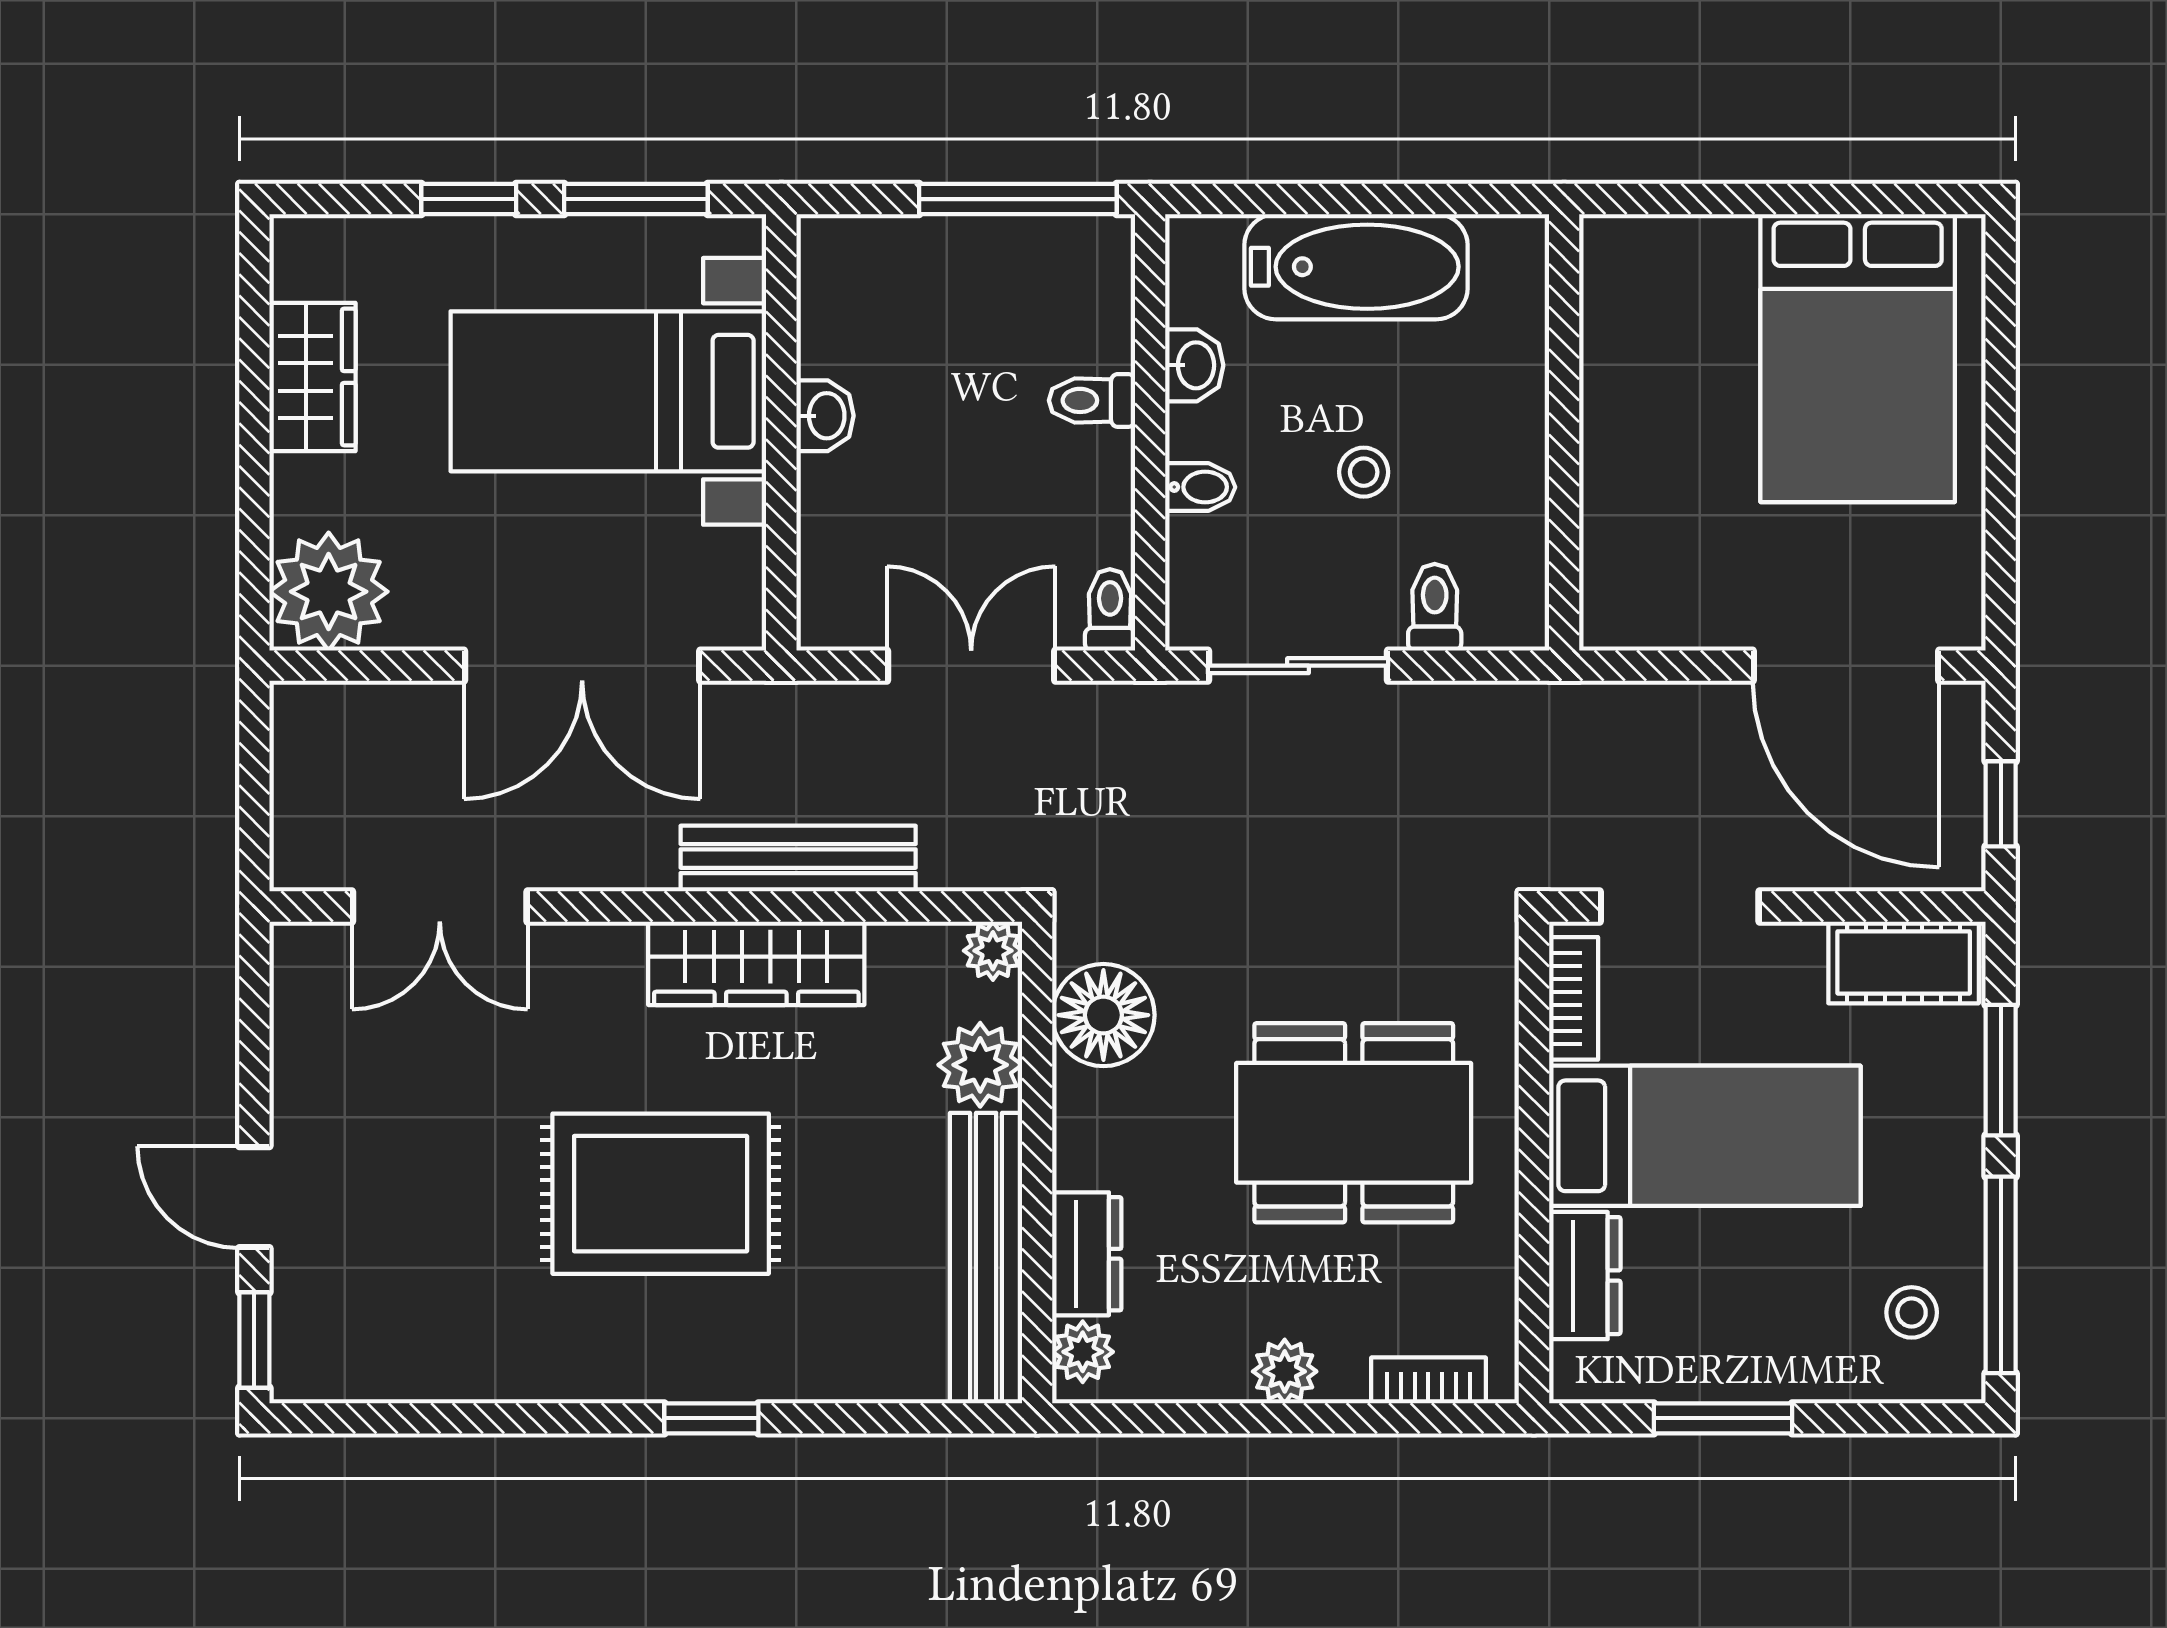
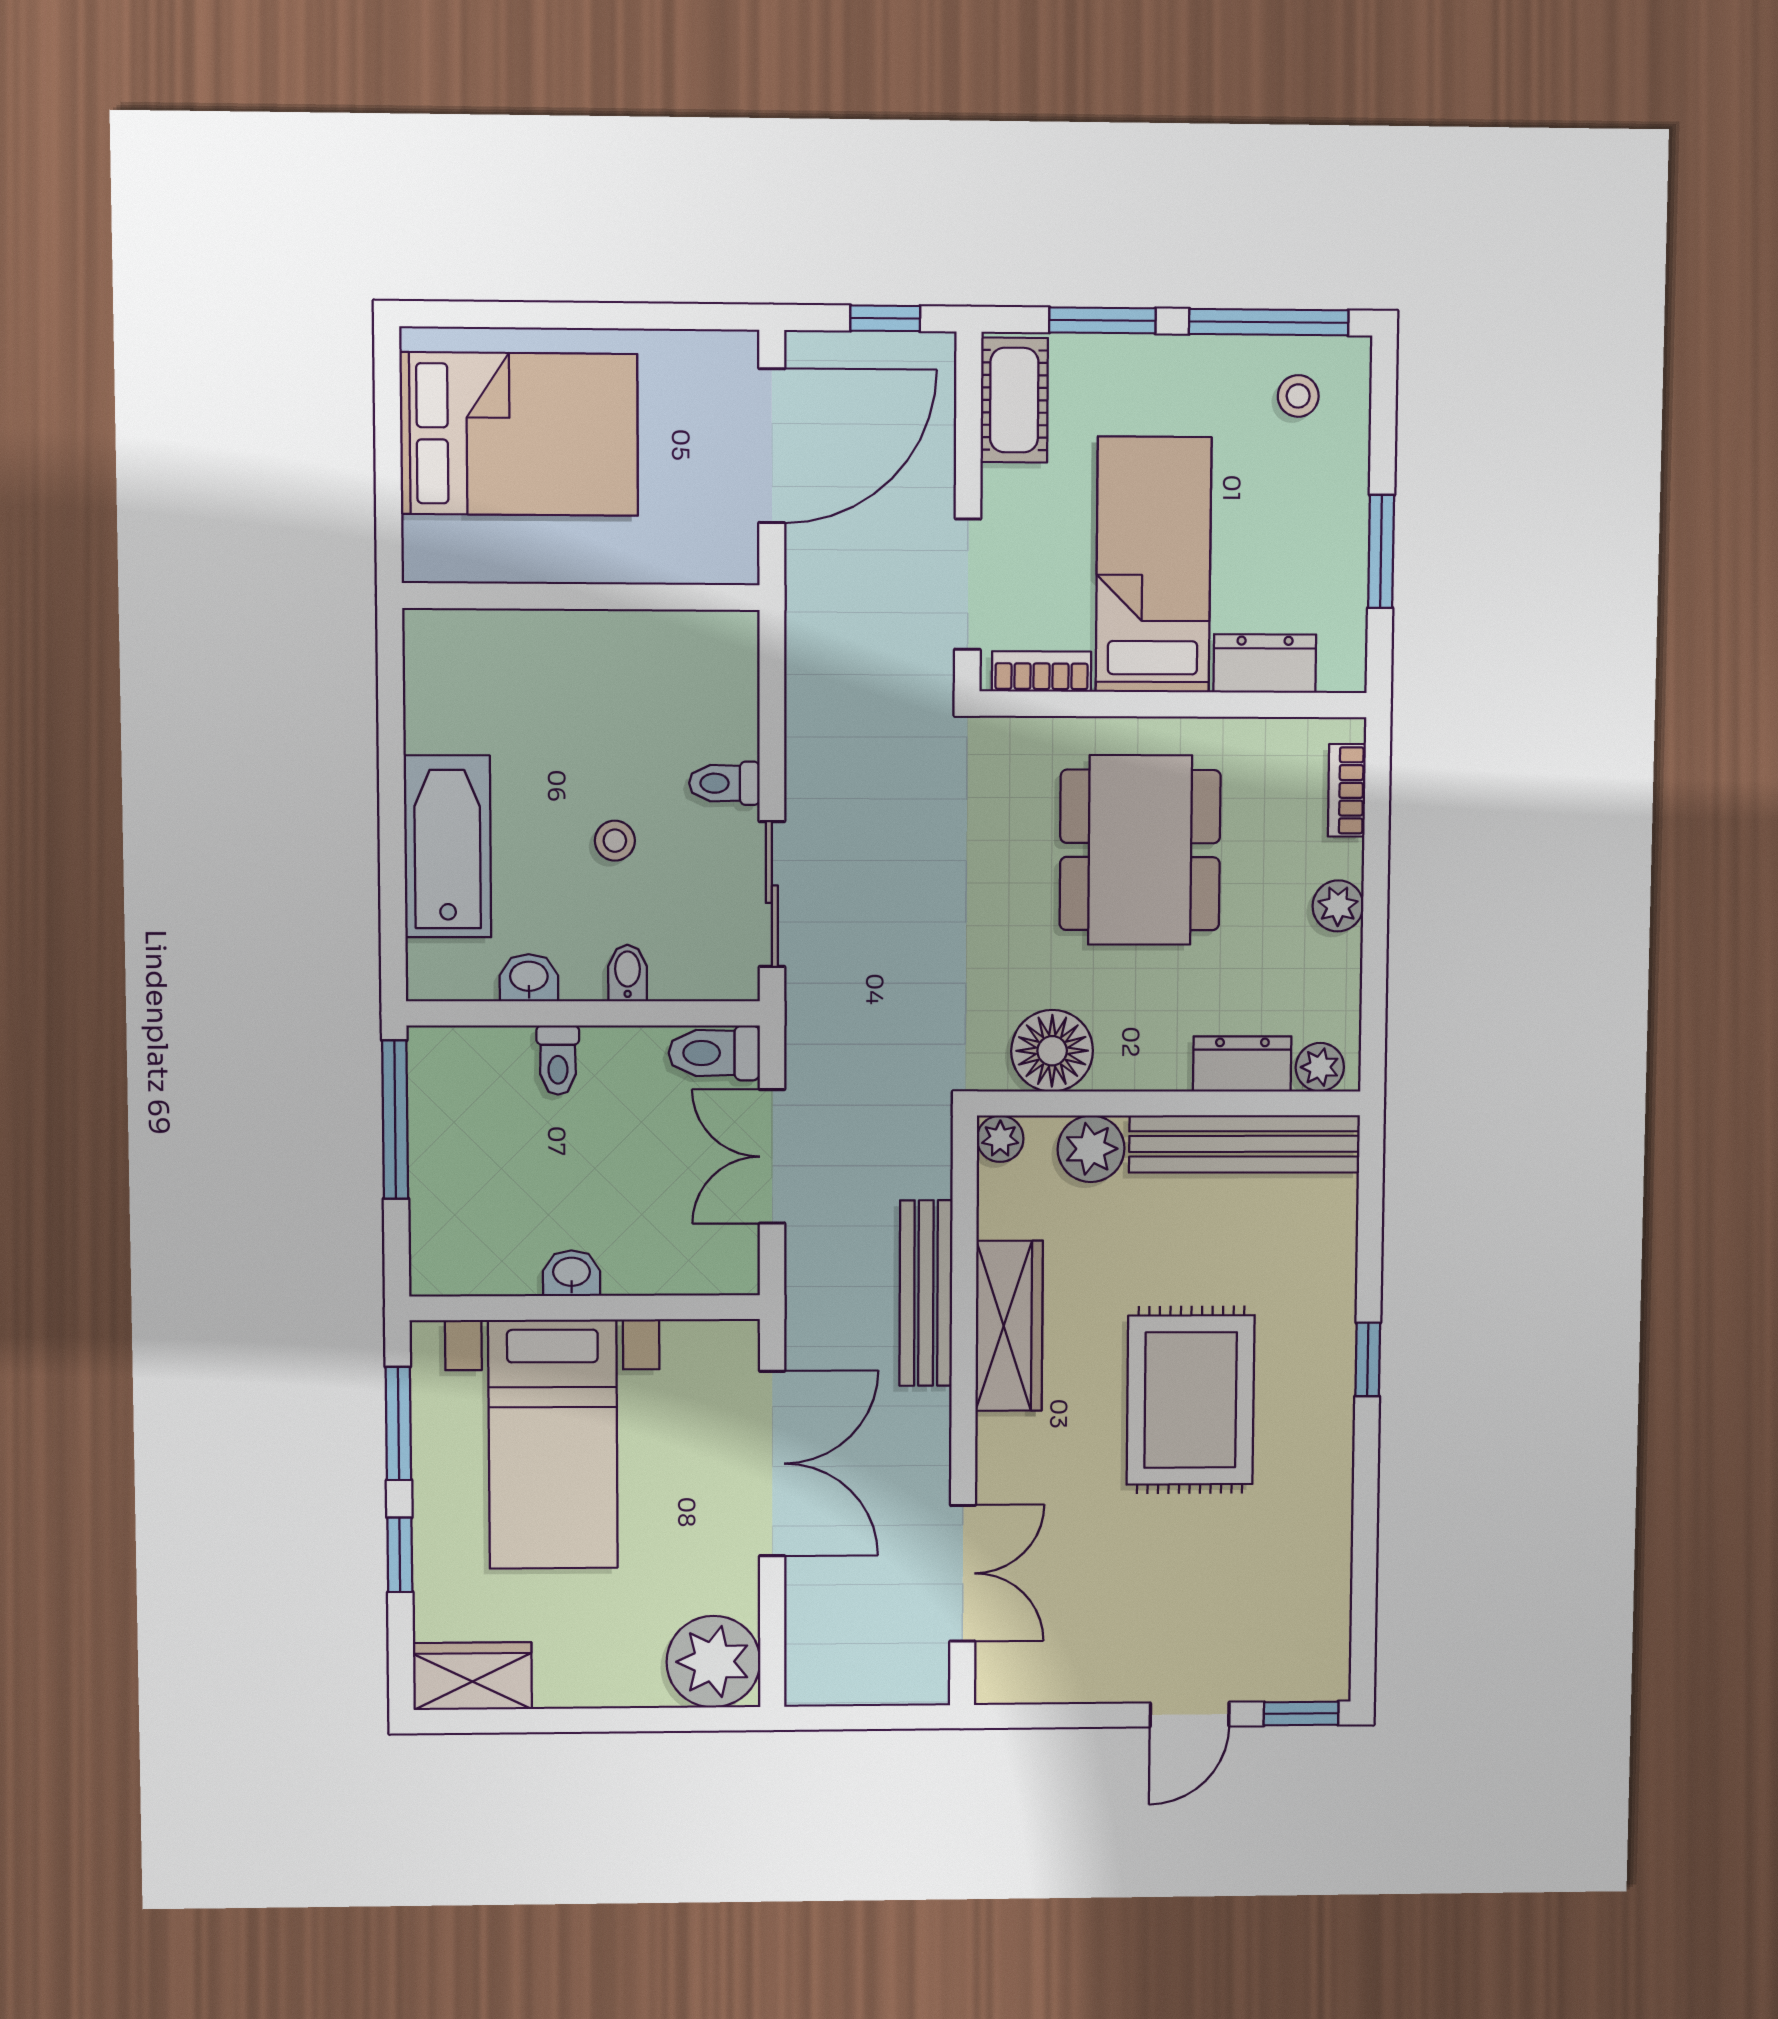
wardrobe: (313, 377) -> (472, 1676), moved
wall: (1564, 432) -> (581, 597), moved
toilet: (1110, 610) -> (714, 1053), width x1.37, depth x1.39

